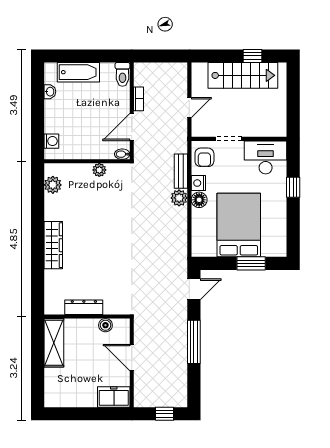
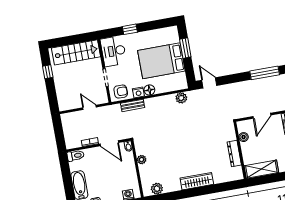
stairs: (243, 75) -> (76, 52), moved, turned 90
plant: (179, 198) -> (181, 98), moved
window: (194, 342) -> (265, 73), moved

